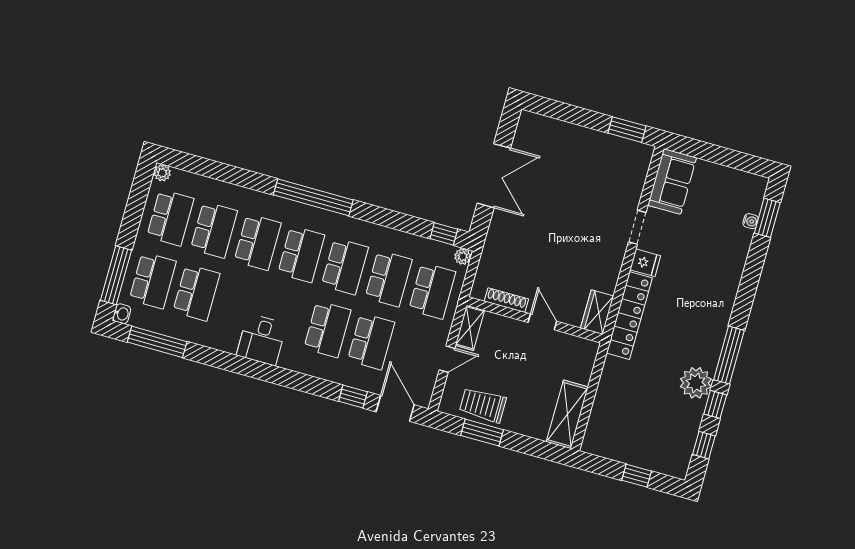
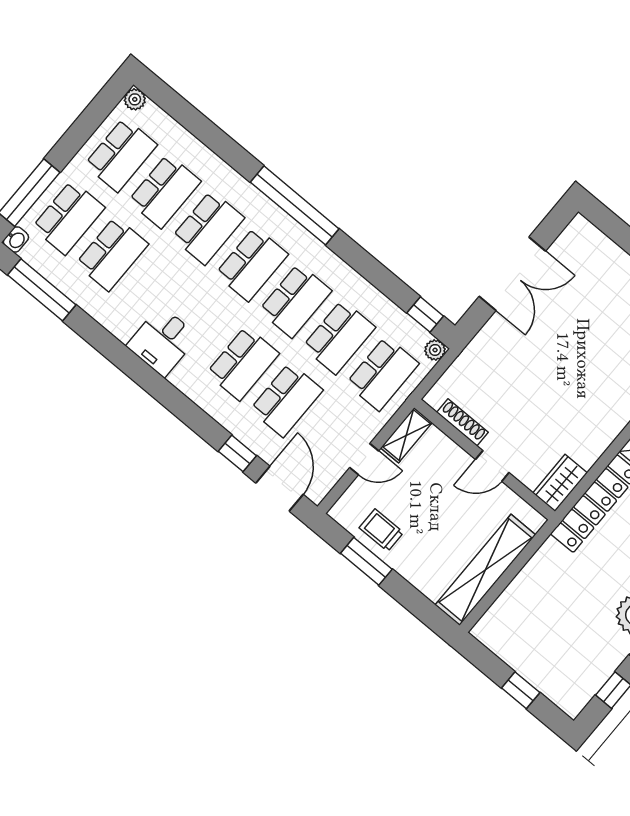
door: (542, 322) -> (492, 466), swing flipped
trolley: (483, 405) -> (381, 530), width x0.73, depth x0.72
shelving: (567, 414) -> (485, 570), width x1.47

